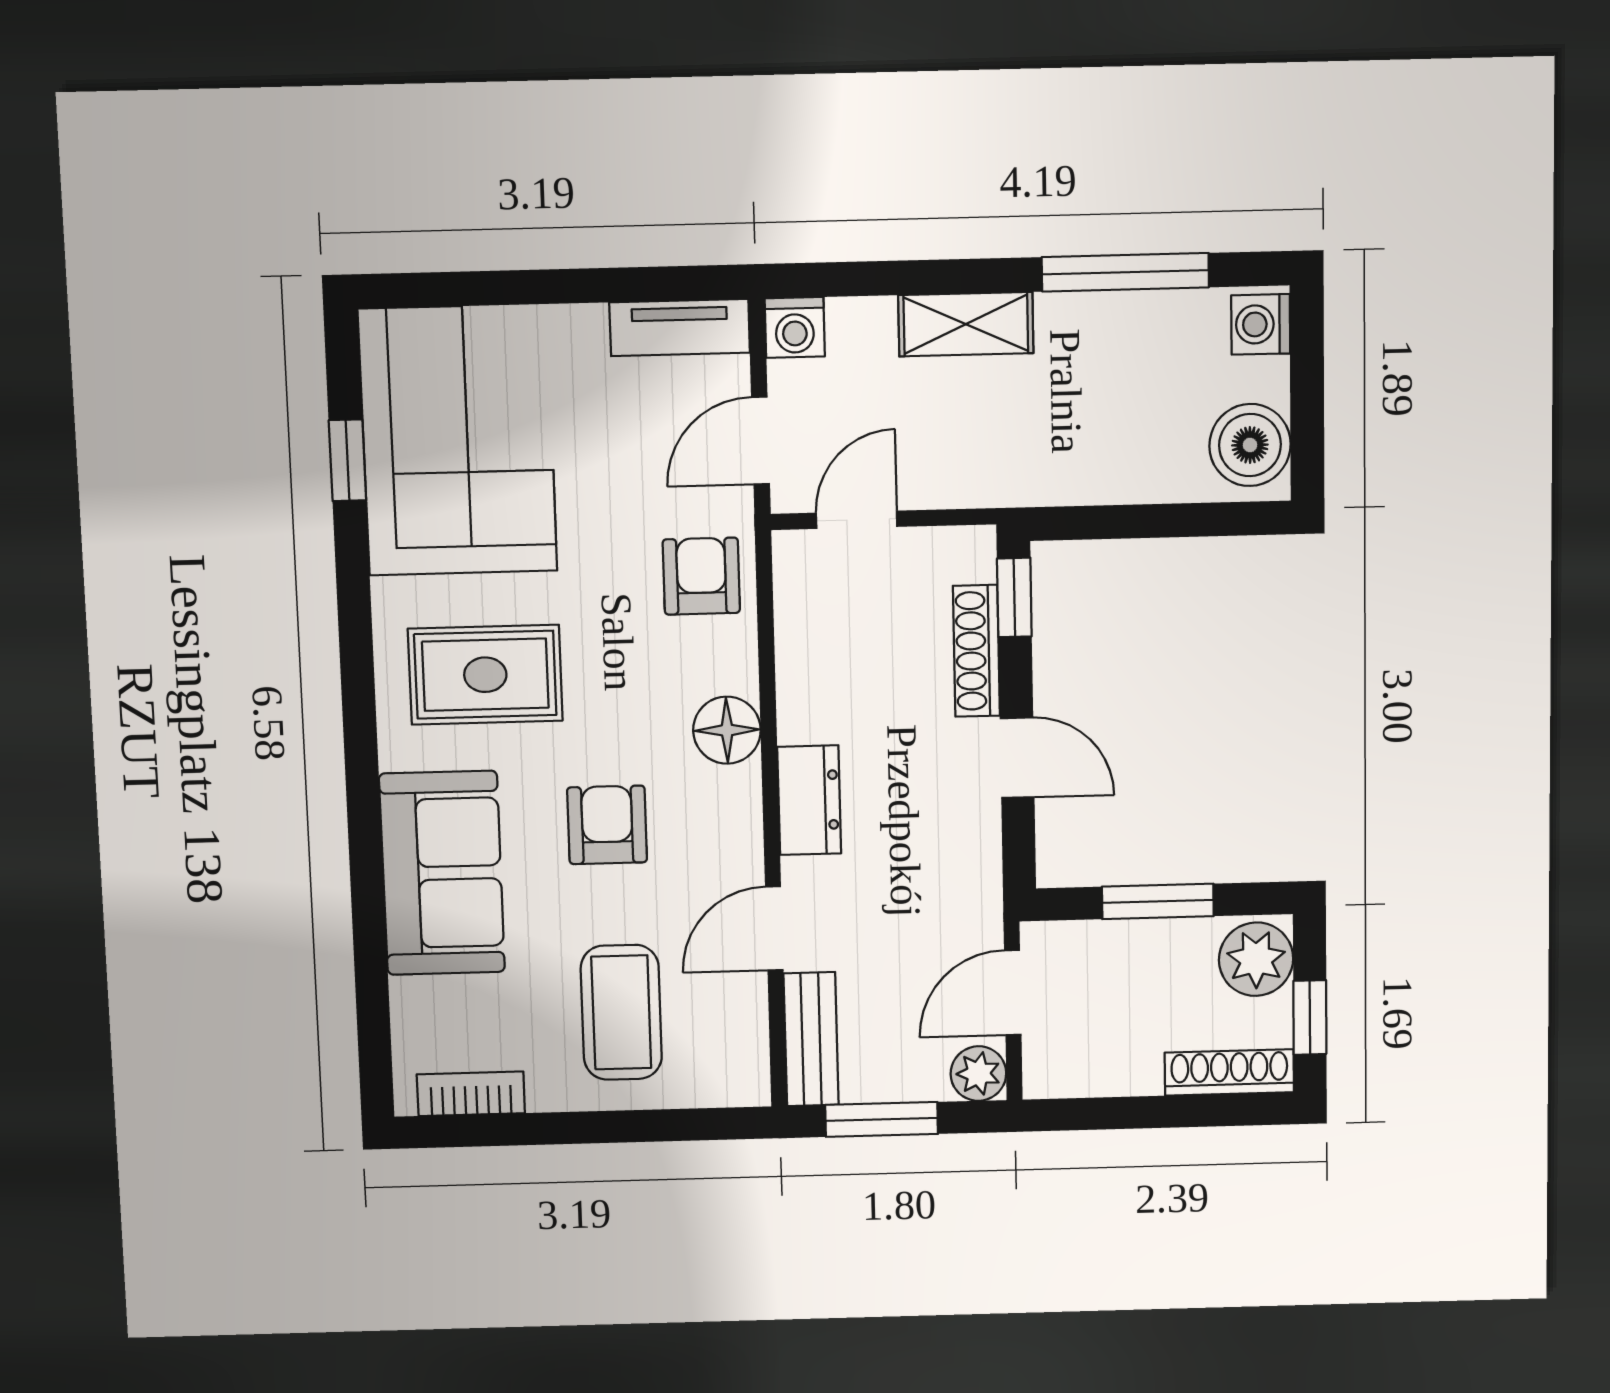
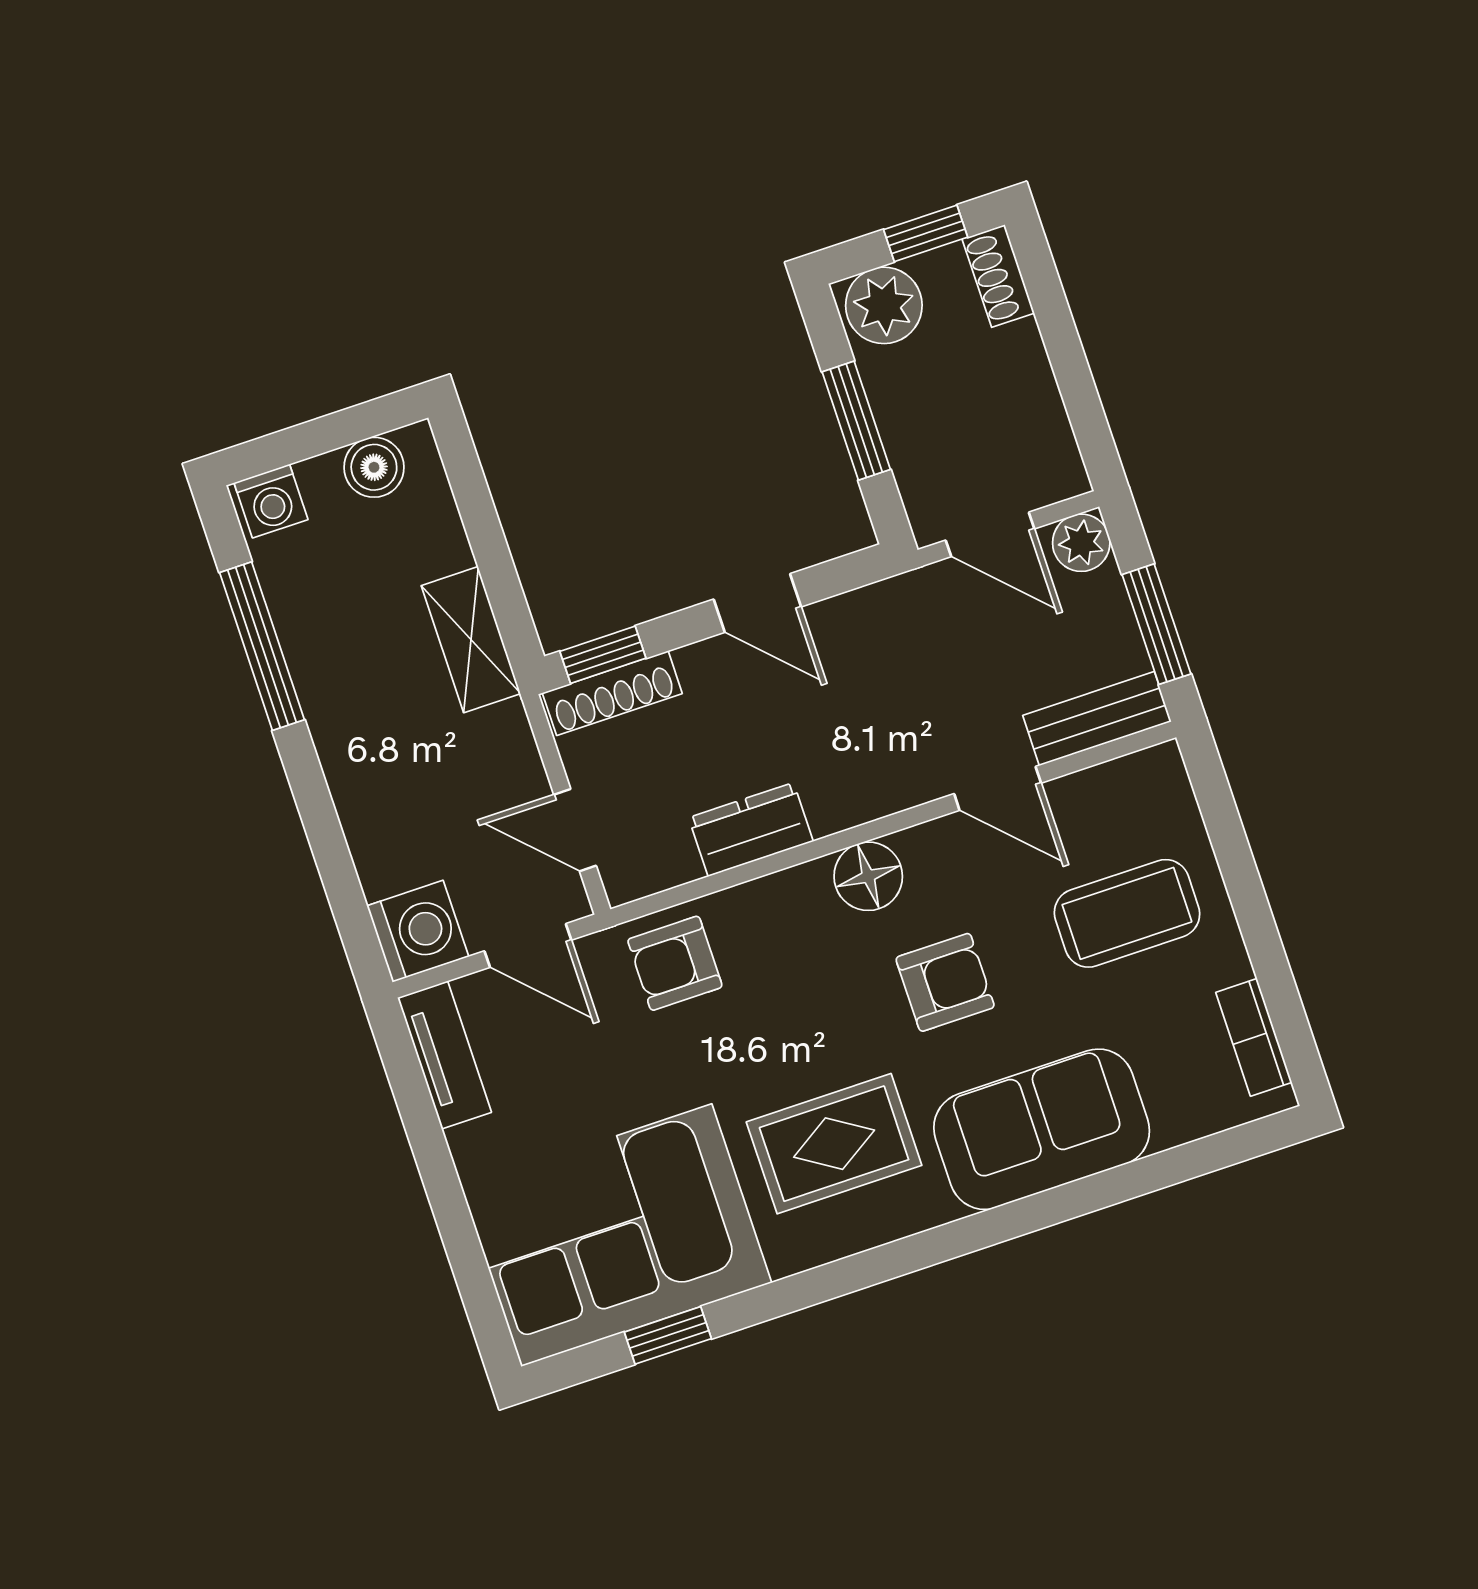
shelving: (966, 324) -> (471, 640), moved
washing machine: (795, 328) -> (418, 931), width x1.38, depth x1.38
boiler: (1250, 445) -> (374, 467), width x0.73, depth x0.73
shoe rack: (976, 651) -> (612, 693), moved
rug: (485, 675) -> (834, 1144), turned 90
floor lamp: (727, 730) -> (868, 876), moved
door: (1017, 758) -> (757, 603), swing flipped
dresser: (809, 800) -> (751, 830), moved
armchair: (607, 825) -> (945, 982), turned 180
shoe rack: (1229, 1072) -> (998, 276), width x0.70

